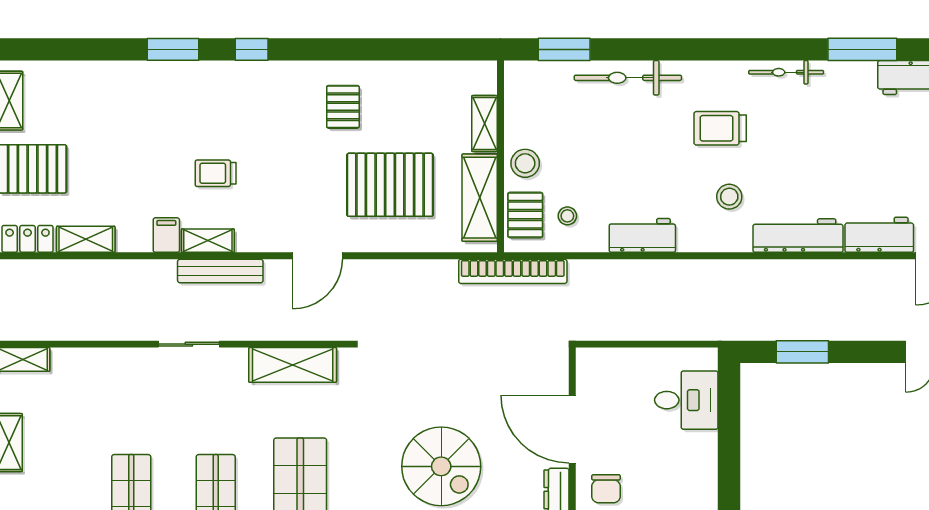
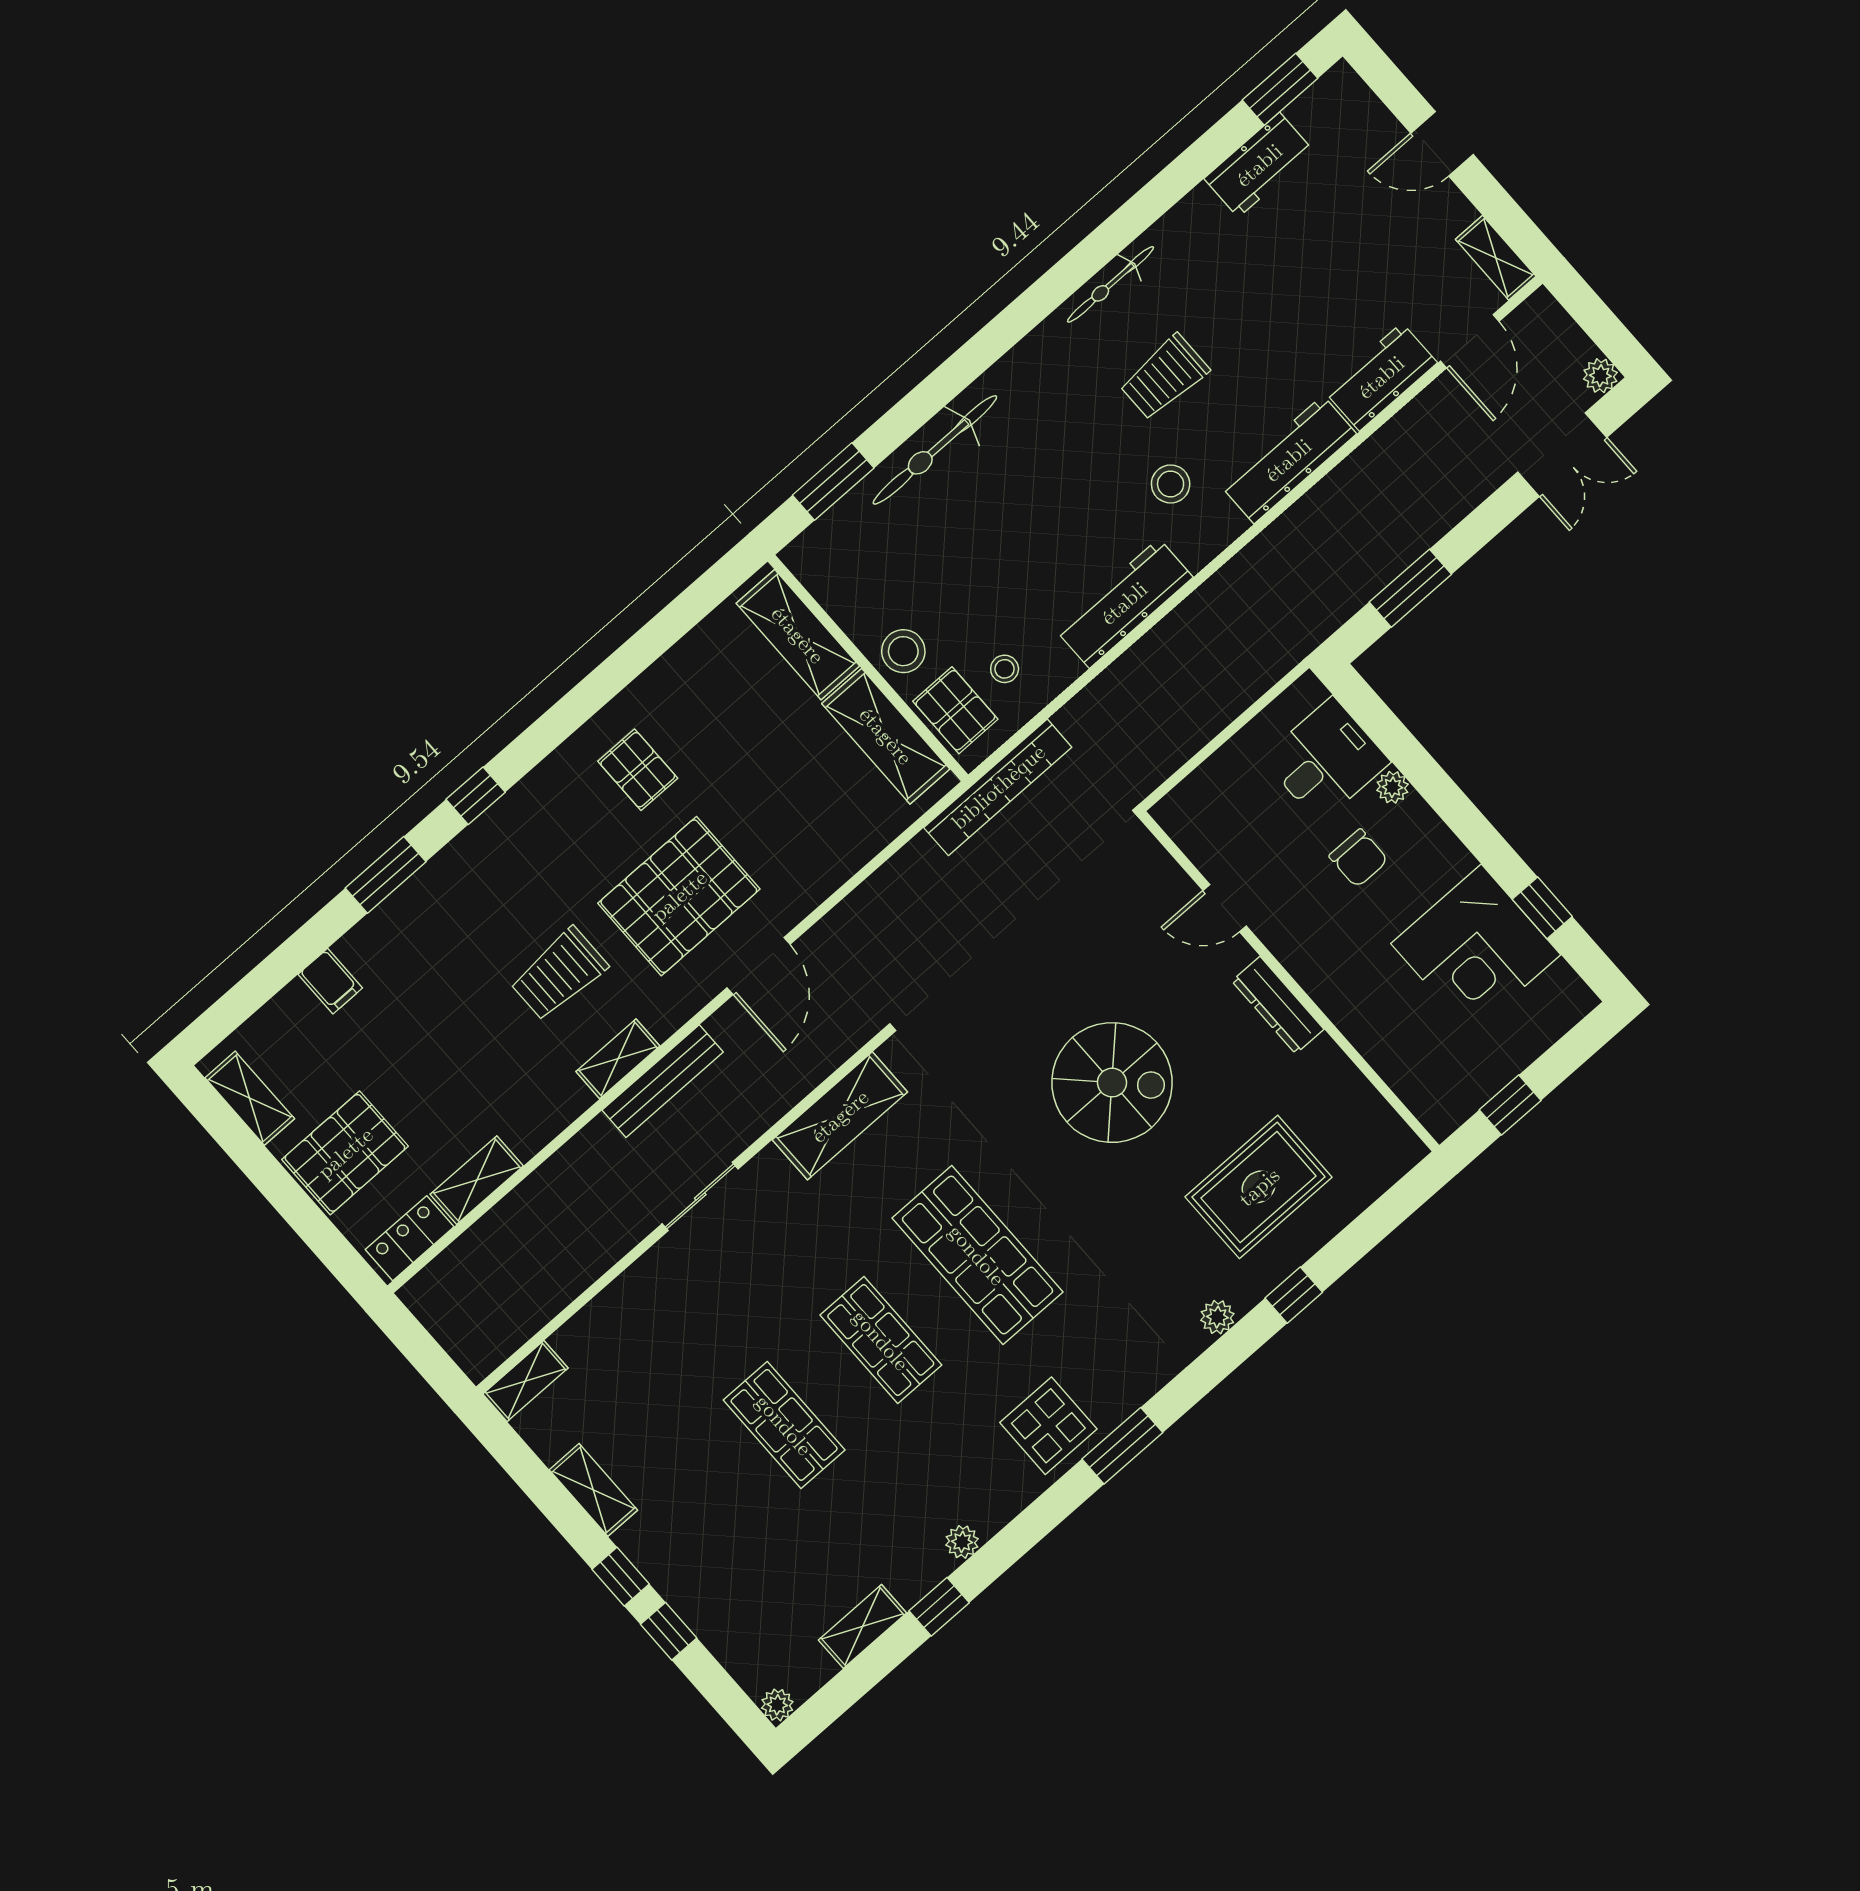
window: (862, 49) -> (1175, 181), removed
shelving: (485, 124) -> (798, 635), width x1.50, depth x1.33
trolley: (720, 128) -> (1164, 377), moved
trolley: (216, 173) -> (559, 974), width x1.36, depth x1.39
pallet: (390, 185) -> (679, 896), moved
filing cabinet: (166, 235) -> (330, 981), moved, turned 180
workbench: (642, 235) -> (1124, 603), width x1.38
door: (572, 429) -> (1225, 908), width x0.53
plant: (707, 442) -> (1392, 787), added
chair: (606, 489) -> (1359, 858), moved

